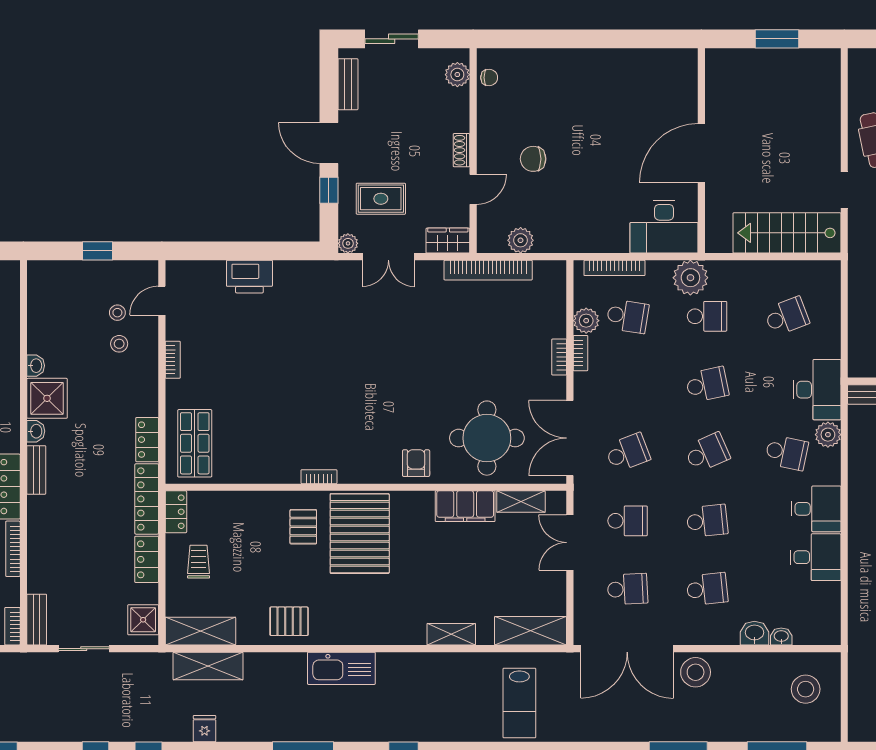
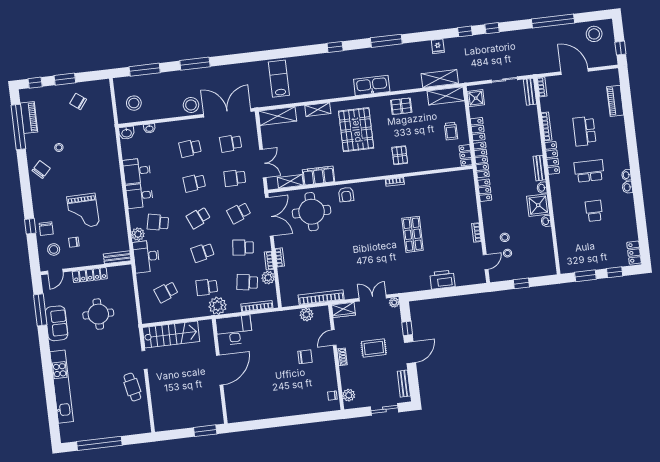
window: (777, 39) -> (205, 431), moved
door: (329, 143) -> (410, 352), hinge flipped
rug: (381, 199) -> (374, 348), moved
school desk: (628, 384) -> (243, 248), added
shop shelf: (195, 443) -> (413, 234), moved
pallet: (360, 533) -> (356, 130), moved
washbasin: (754, 633) -> (127, 133), moved

